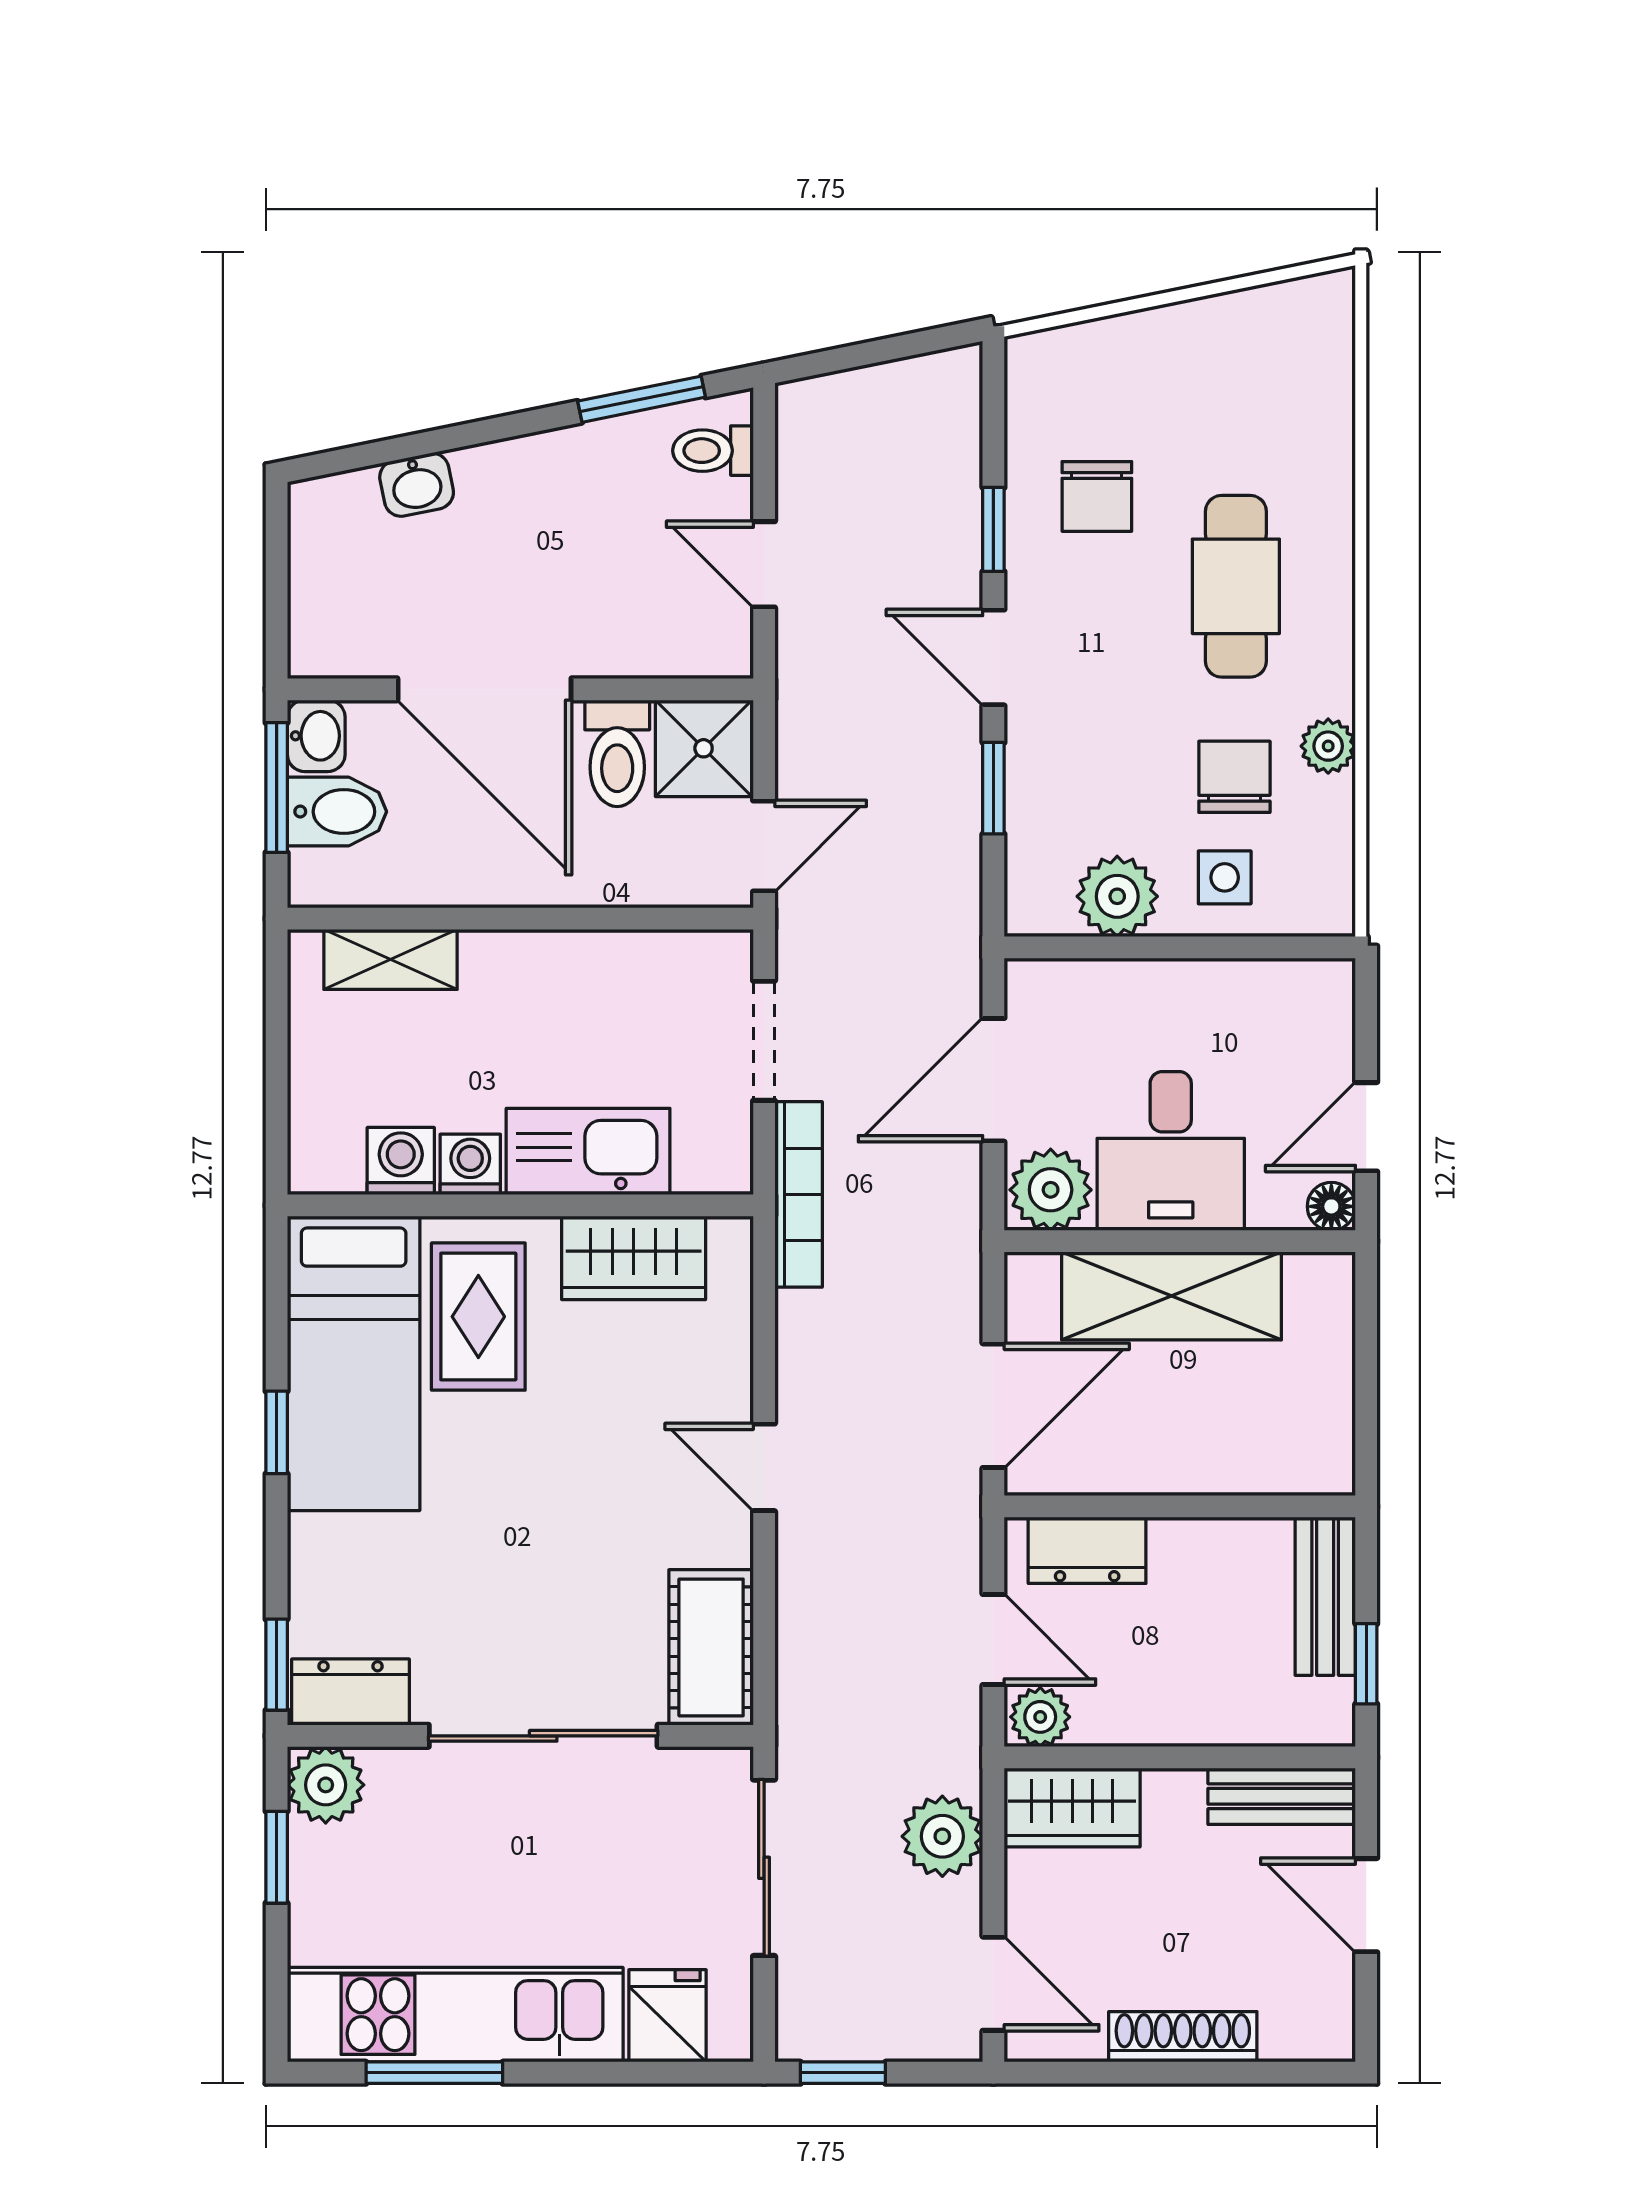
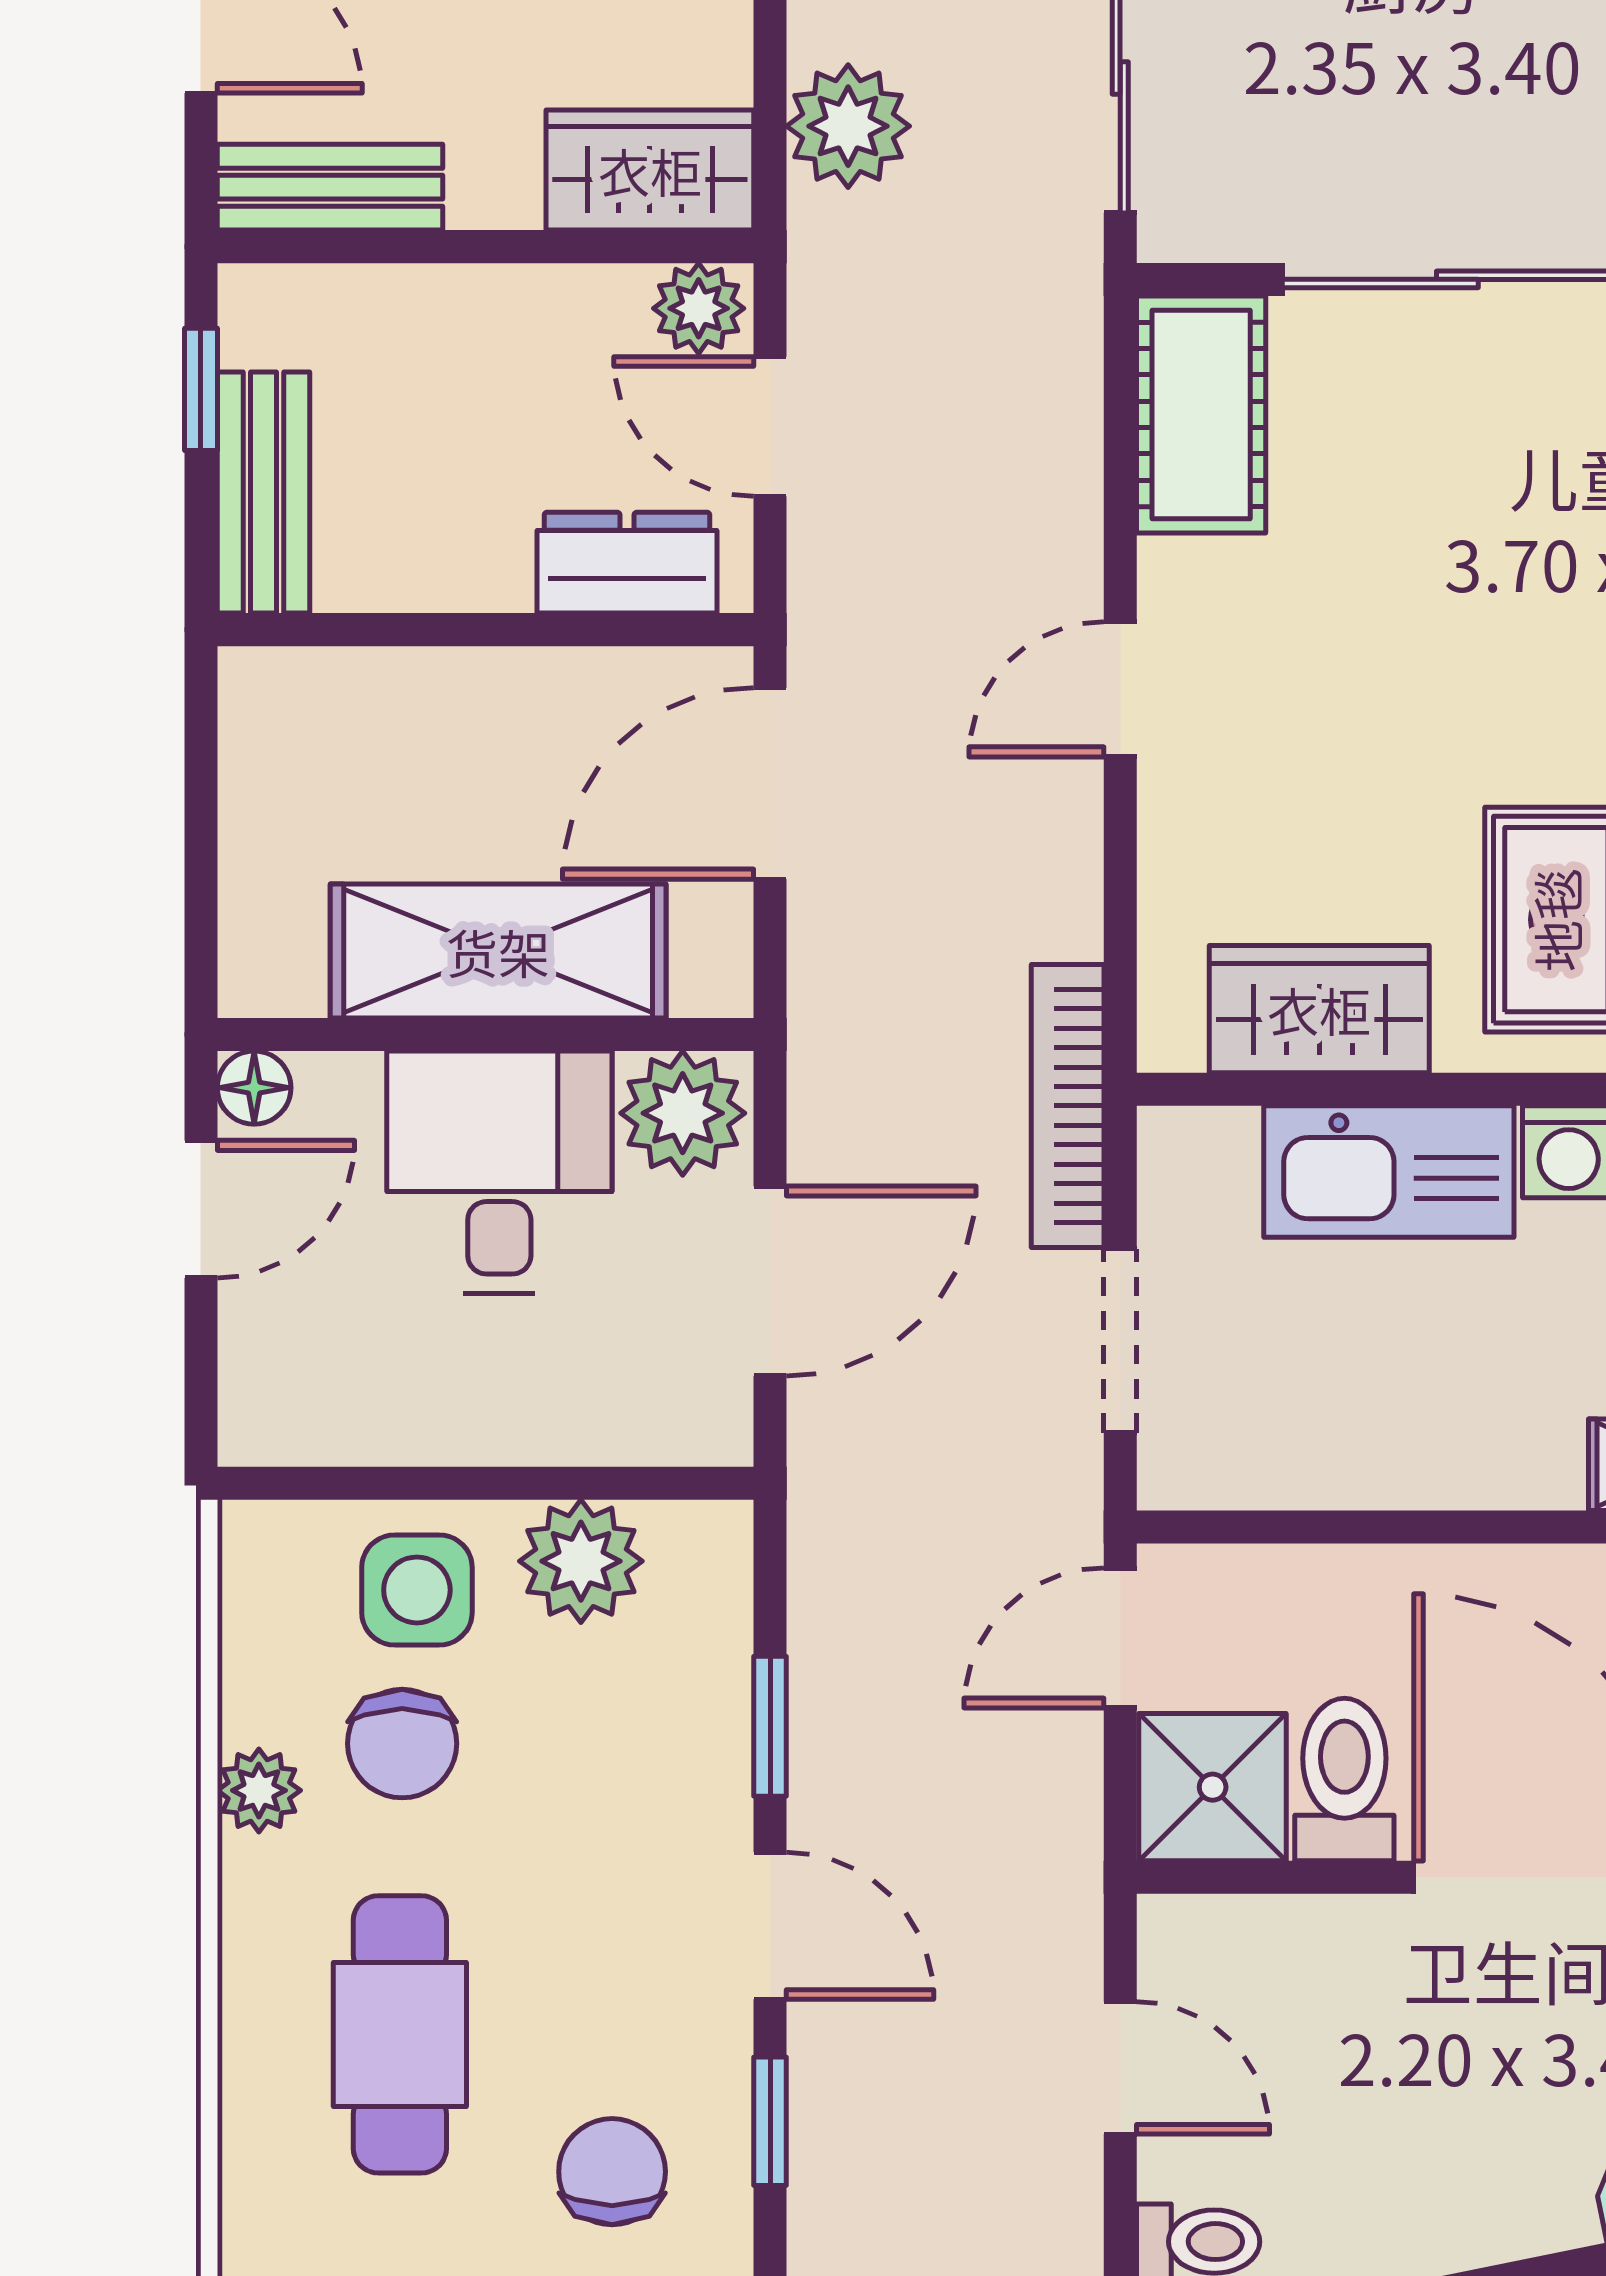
side table: (1225, 877) -> (417, 1590), width x1.37, depth x1.37
door: (764, 1467) -> (1120, 689), swing flipped

